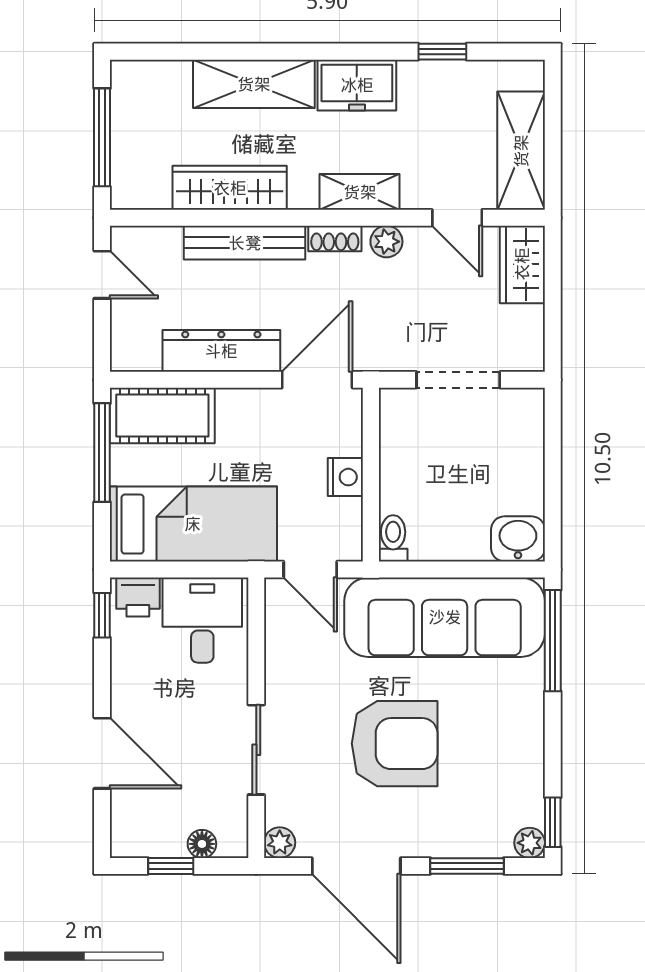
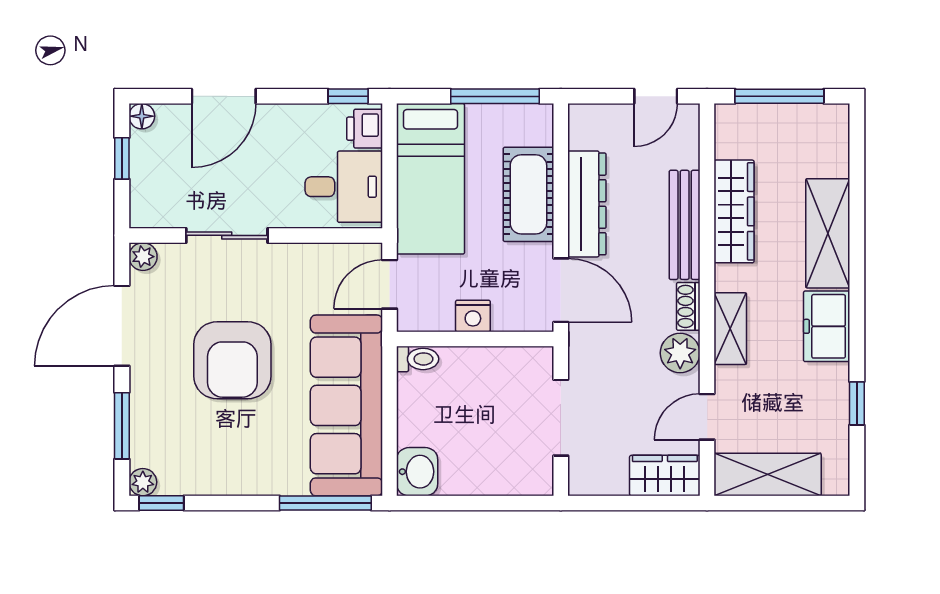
plant: (386, 242) -> (680, 353), width x1.38, depth x1.38
cot: (162, 416) -> (528, 194), moved
floor lamp: (202, 844) -> (142, 116), moved

